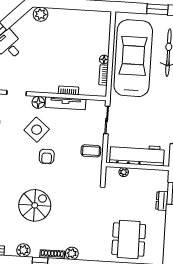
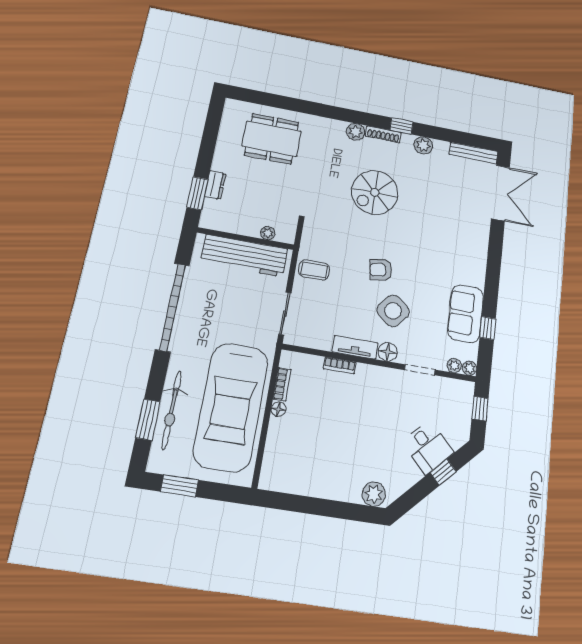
tv unit: (65, 103) -> (355, 347), width x0.71
armchair: (47, 156) -> (381, 270), turned -99
spiral stairs: (35, 205) -> (375, 192), moved
dining table: (129, 239) -> (272, 139), turned 90

